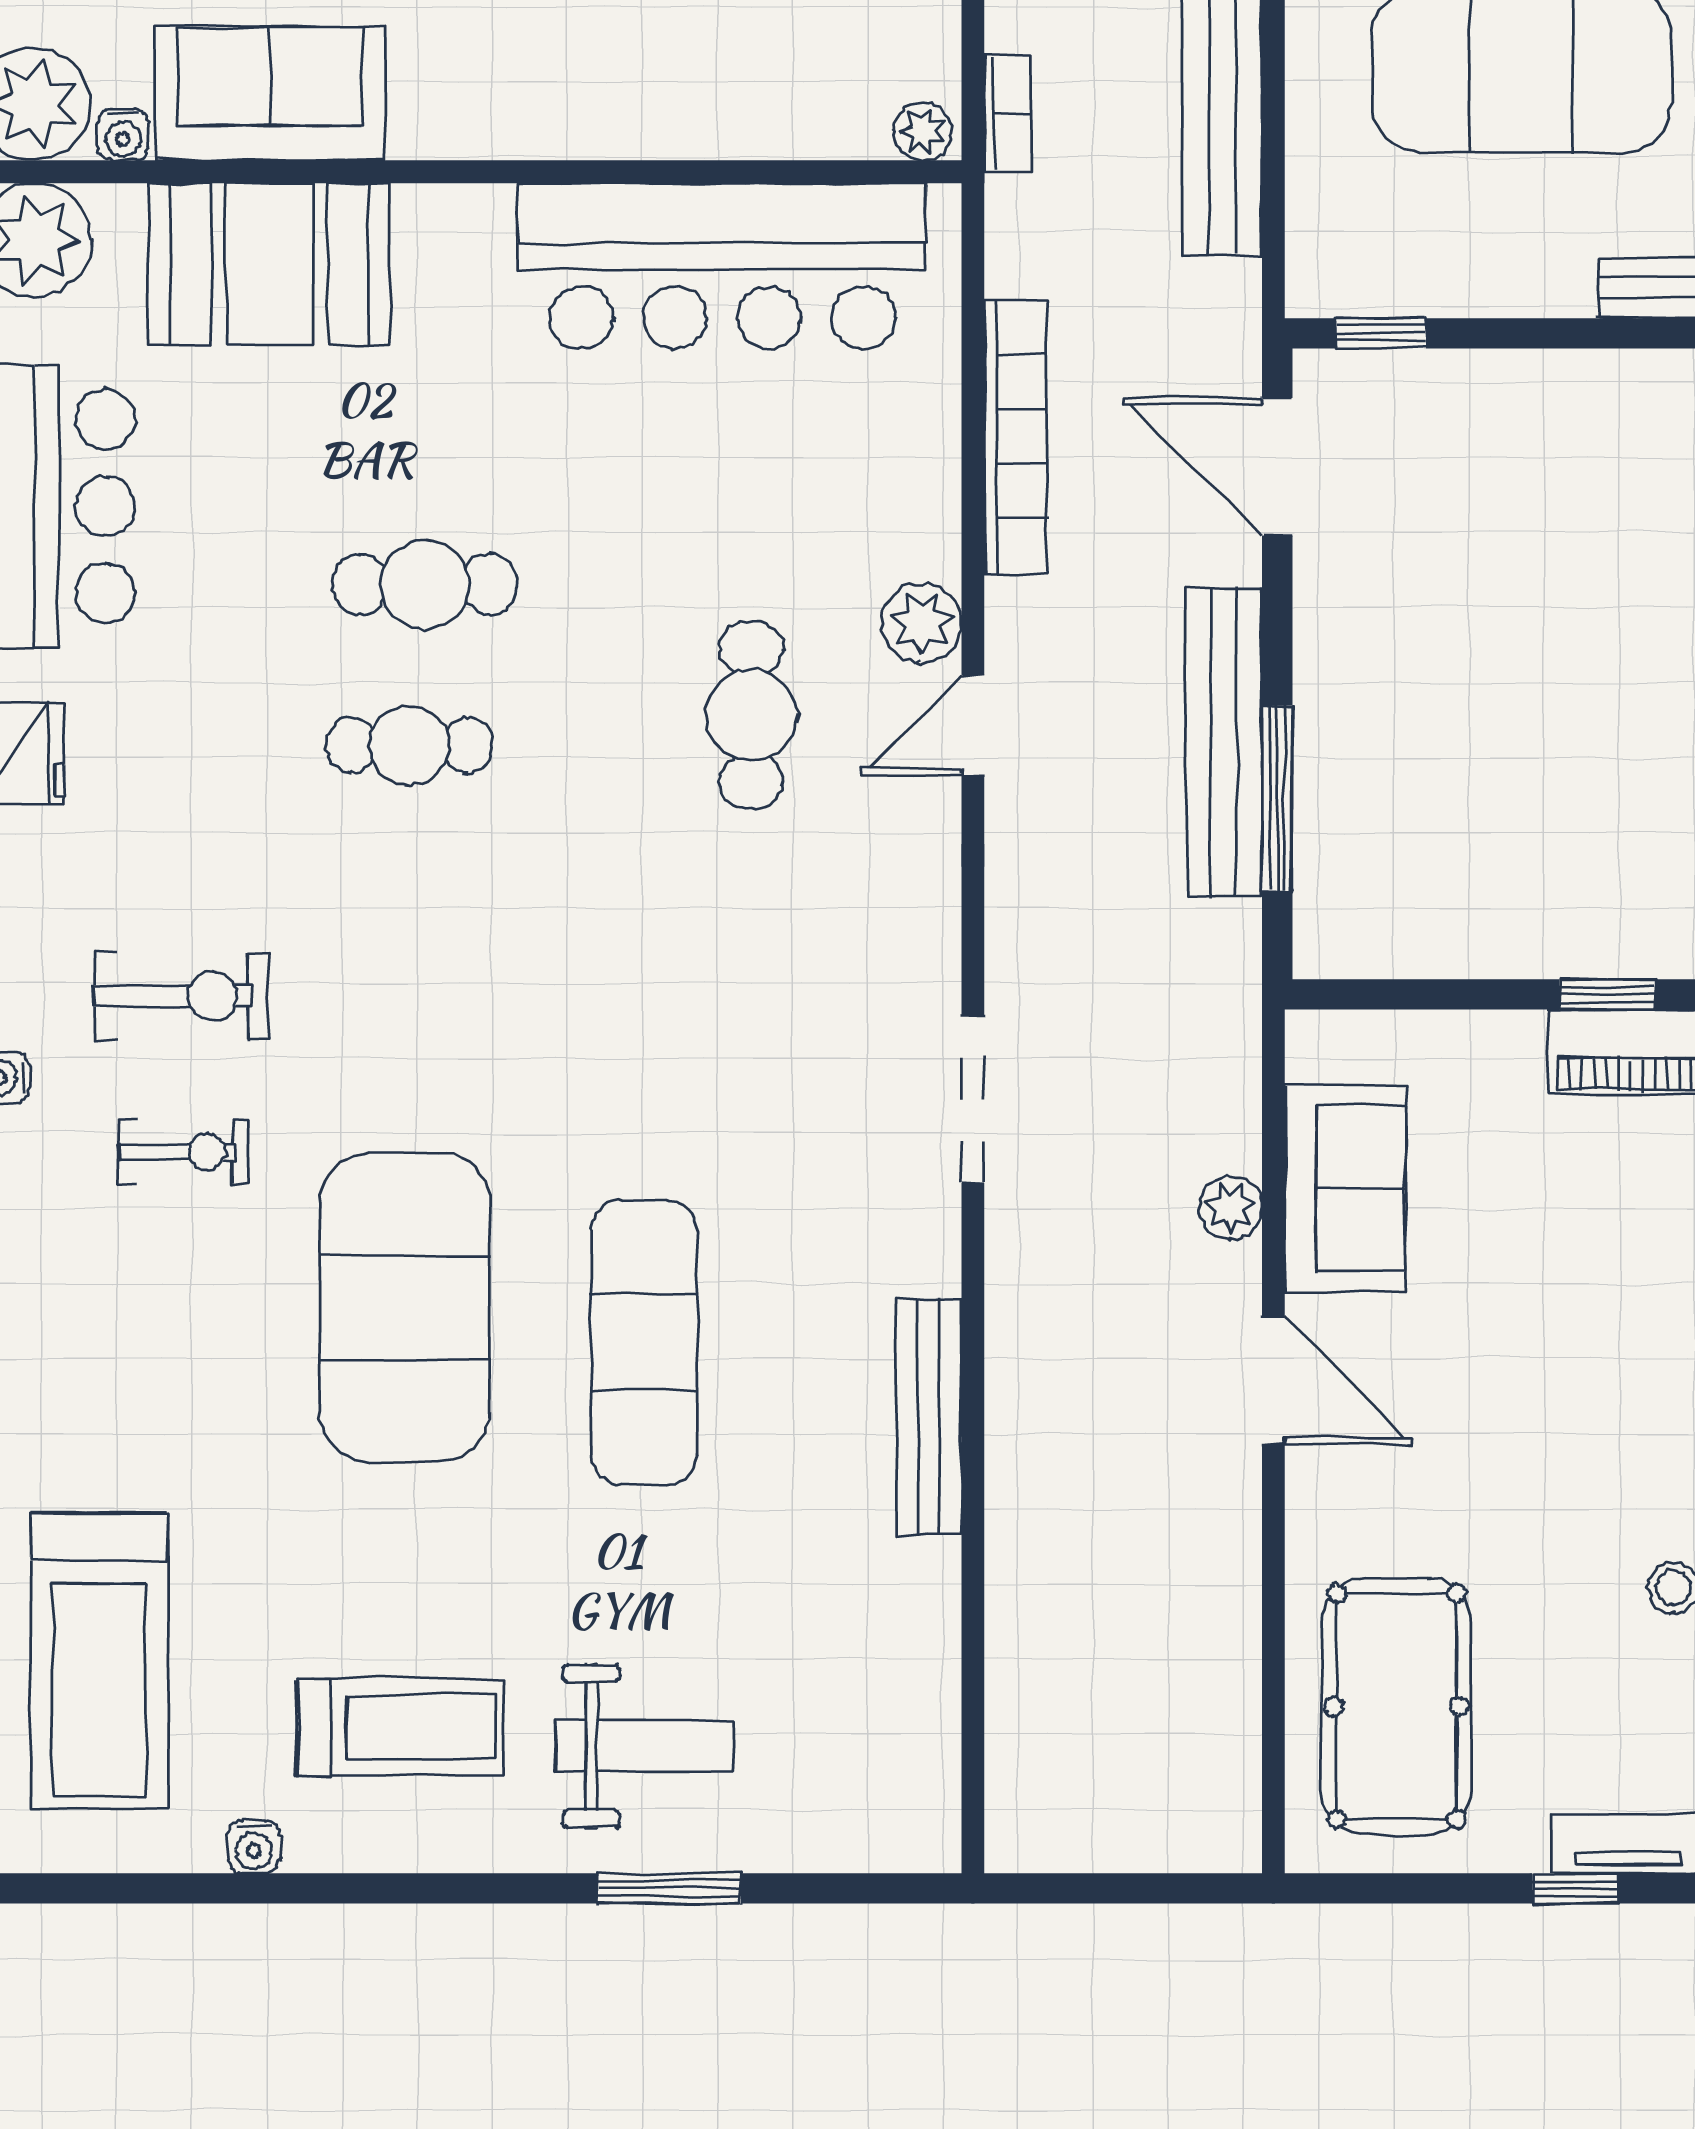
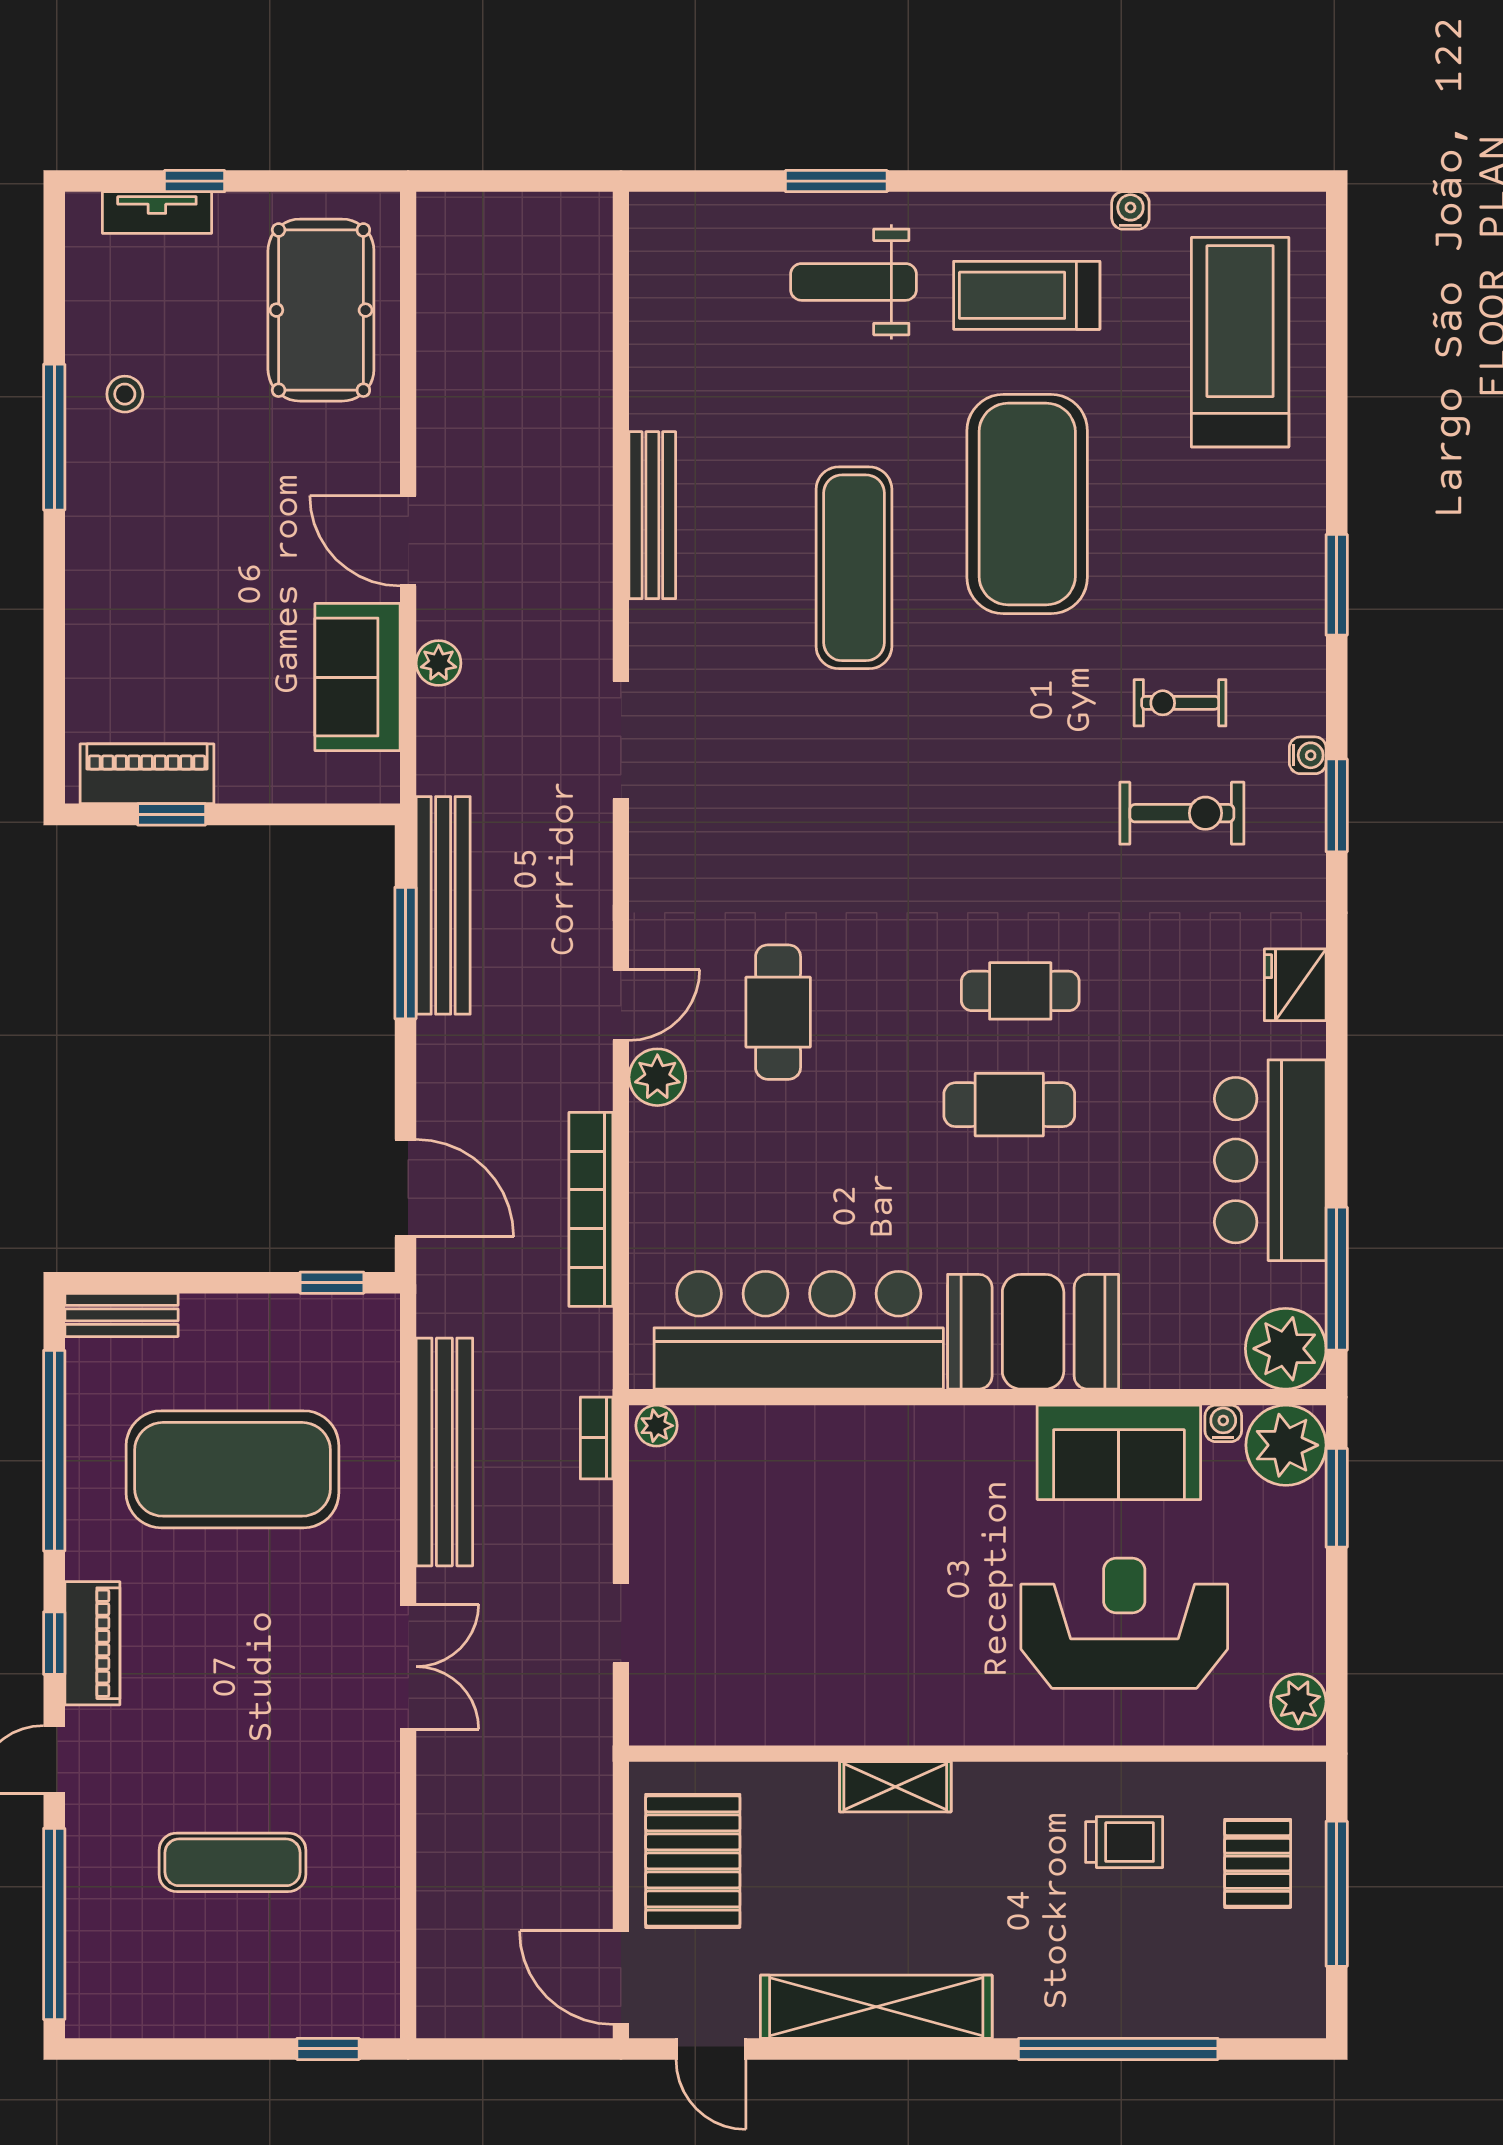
booth: (269, 264) -> (1033, 1332), moved
bench: (1224, 742) -> (443, 905), moved
exercise bike: (181, 996) -> (1182, 813), turned 180
exercise mat: (405, 1307) -> (1027, 504), moved

